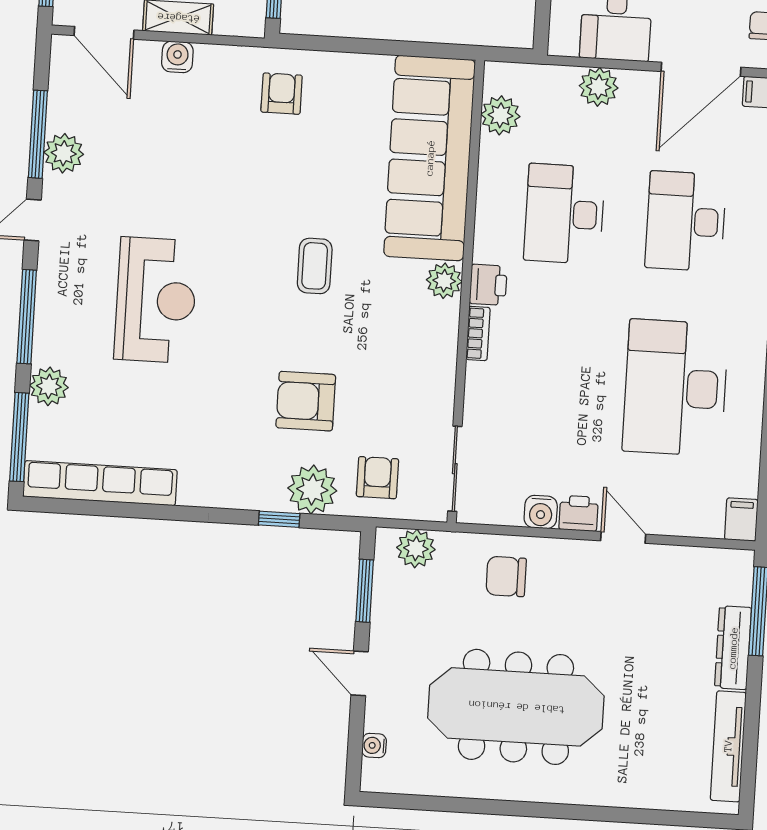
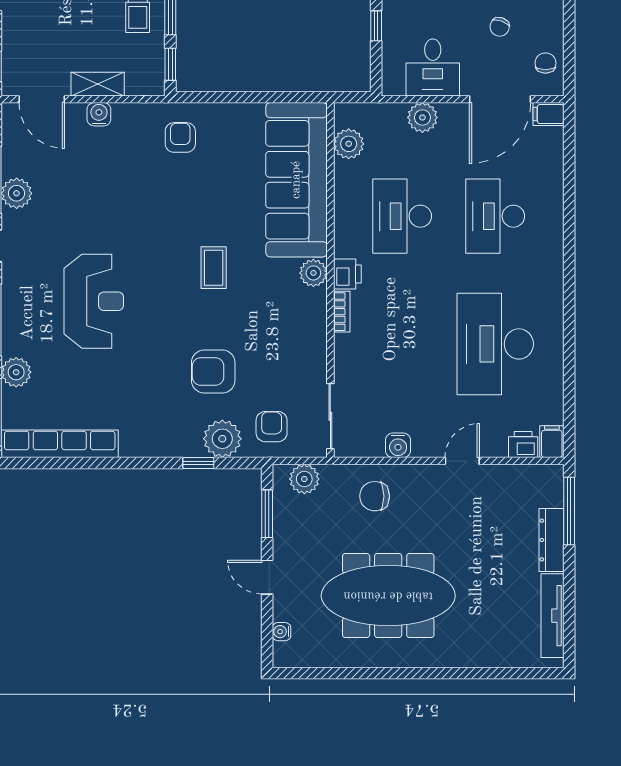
printer: (579, 513) -> (523, 445), moved
door: (623, 537) -> (462, 461), hinge flipped

